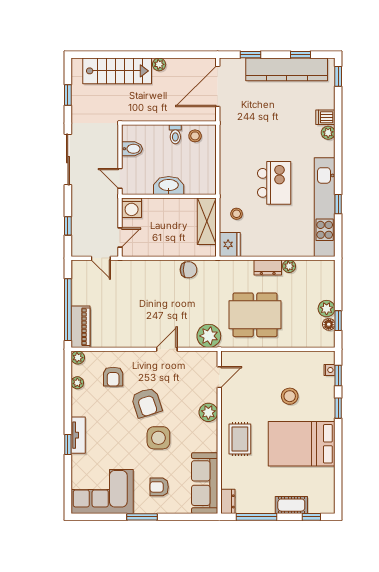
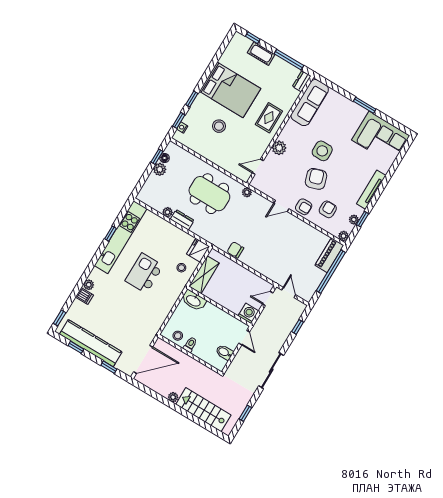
washbasin: (169, 186) -> (194, 300), moved
plant: (209, 336) -> (247, 192), width x0.53, depth x0.53
tv unit: (78, 435) -> (371, 190), width x1.41
window: (68, 444) -> (363, 219), moved
armchair: (159, 487) -> (304, 207), moved

